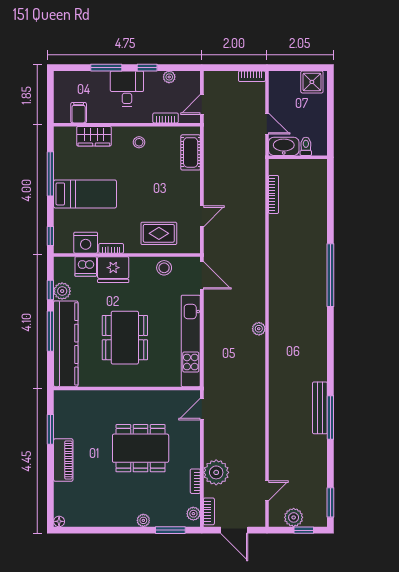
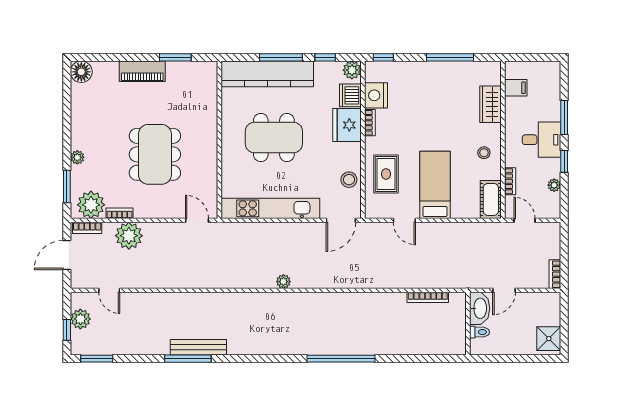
cot: (191, 152) -> (491, 199), moved, turned 90
bed: (85, 194) -> (435, 185), moved, turned 180
plant: (62, 291) -> (352, 70), moved
plant: (193, 514) -> (91, 205), width x1.87, depth x1.87
floor lamp: (59, 521) -> (81, 72), width x1.89, depth x1.89

